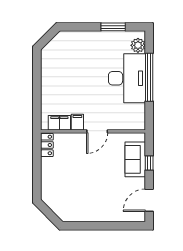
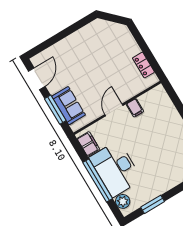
filing cabinet: (59, 123) -> (88, 144), moved, turned -90
locker: (47, 145) -> (143, 65), moved
window: (149, 163) -> (55, 110), width x2.17

